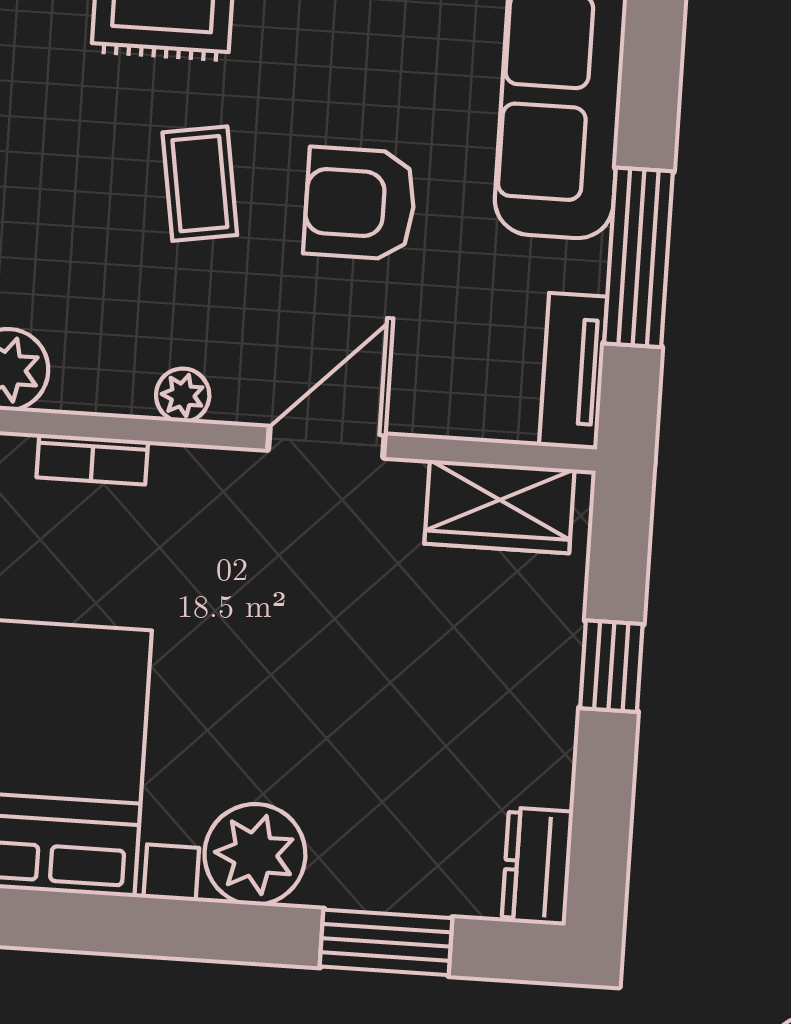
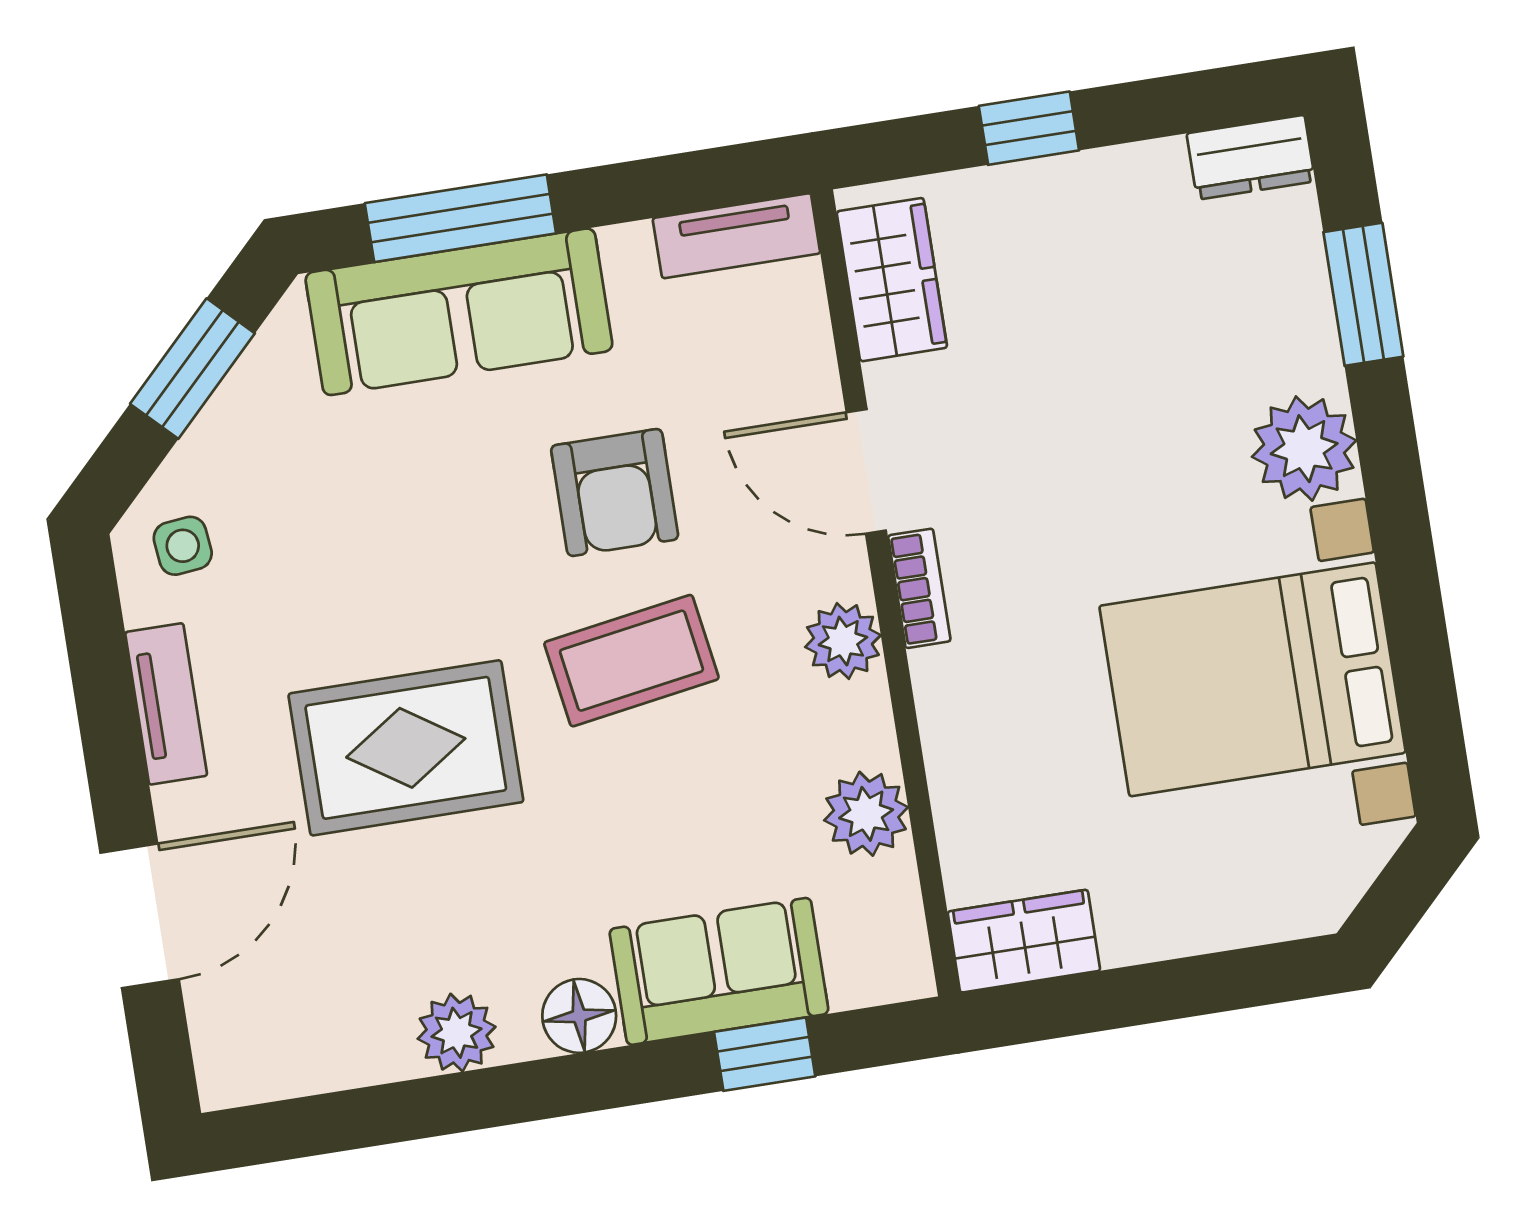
coffee table: (200, 184) -> (631, 661), width x1.36, depth x1.30
window: (639, 257) -> (460, 218), moved
plant: (183, 395) -> (843, 641), width x1.38, depth x1.38
bookcase: (92, 459) -> (919, 588), moved

